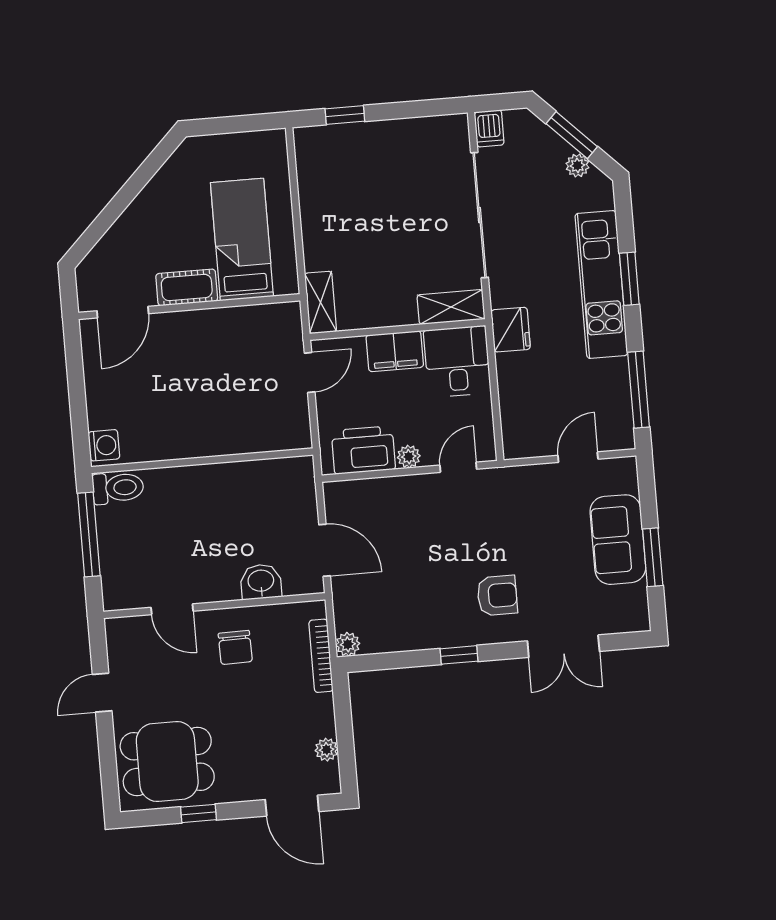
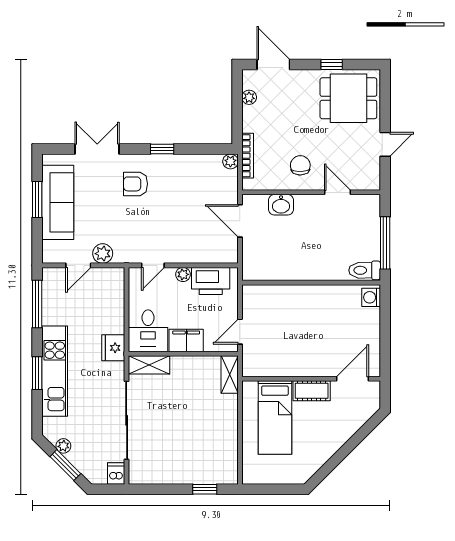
plant: (540, 479) -> (103, 254), added
sofa: (618, 540) -> (58, 202), width x1.36

